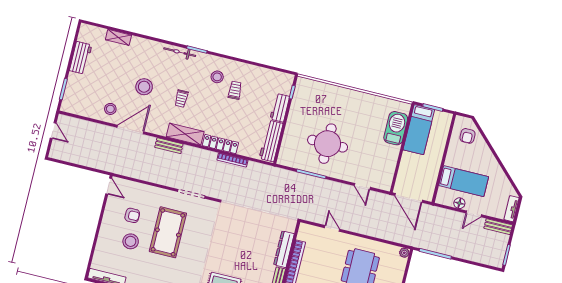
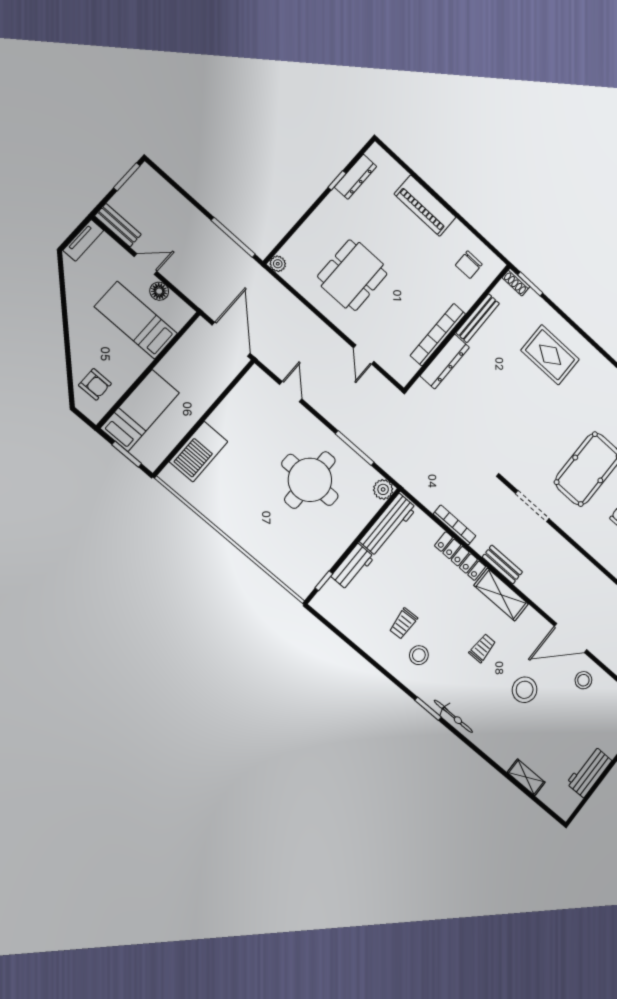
bed: (419, 130) -> (140, 410), moved
armchair: (468, 136) -> (95, 384), turned 90
bench: (169, 146) -> (502, 565), moved
plant: (284, 159) -> (383, 489), added

